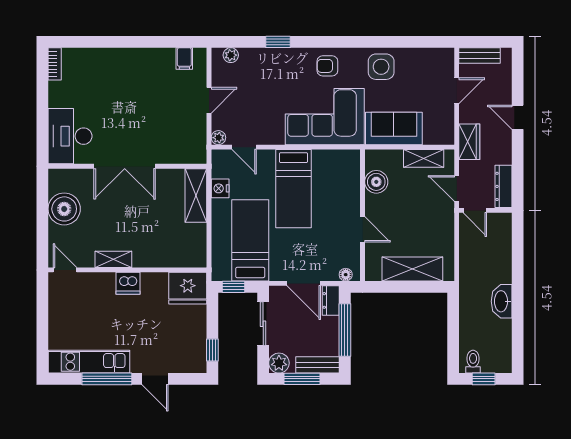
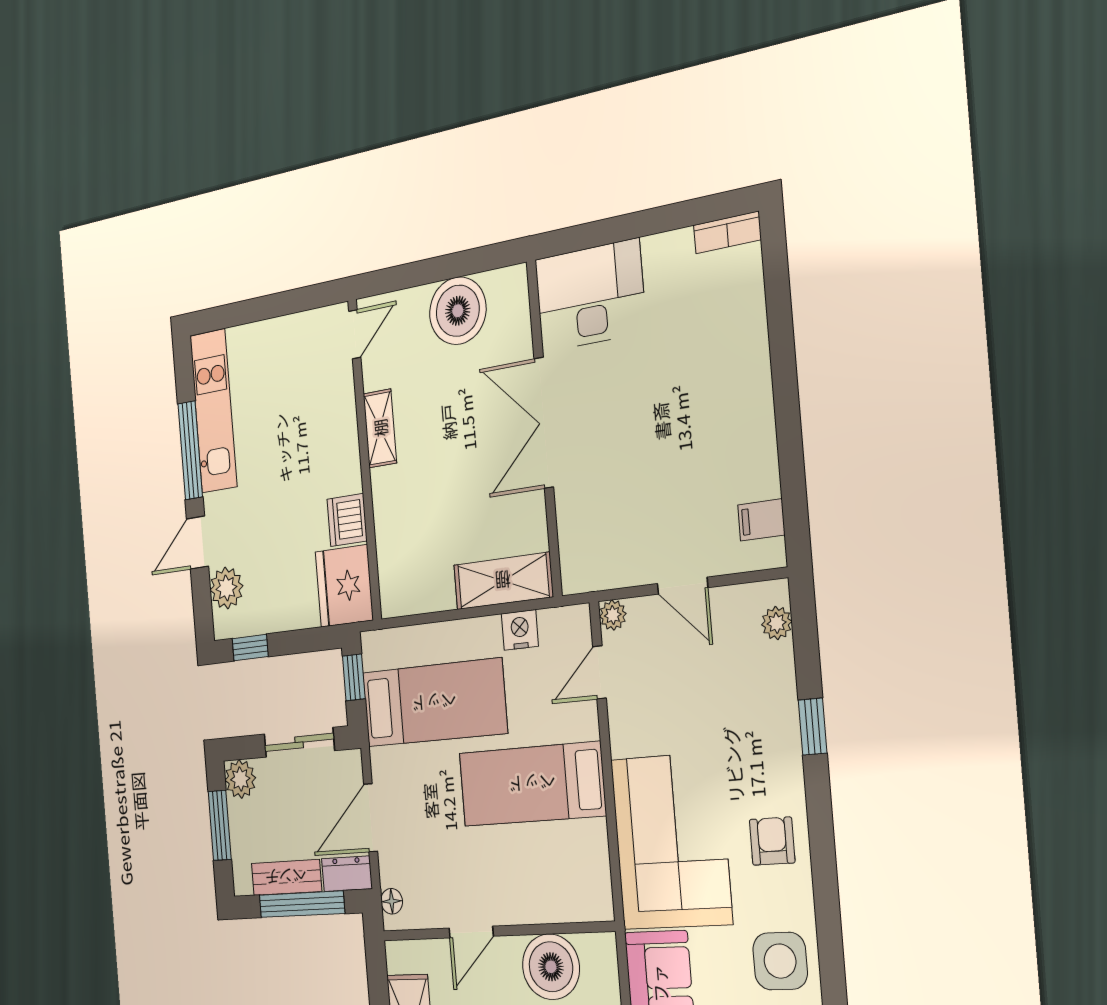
boiler: (376, 182) -> (551, 967), width x1.37, depth x1.37
dishwasher: (128, 283) -> (347, 520), moved
plant: (180, 362) -> (226, 588), added
bench: (317, 365) -> (286, 877), moved, turned 90

